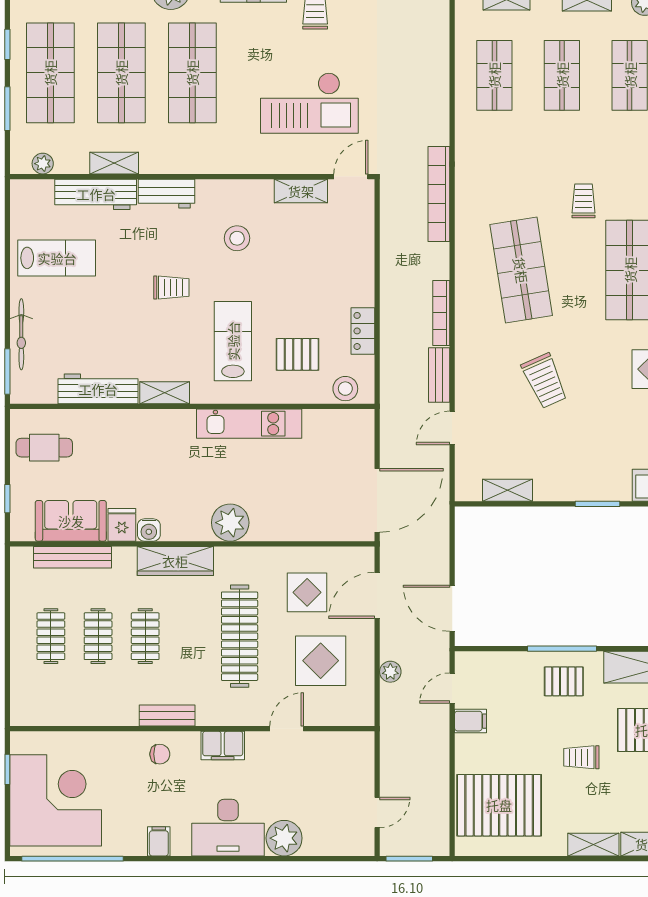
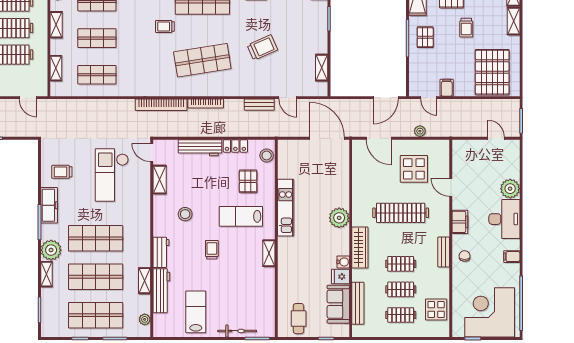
checkout: (309, 103) -> (112, 175), turned 180
bookcase: (441, 313) -> (206, 103), moved
workbench: (98, 389) -> (200, 148), moved, turned -90
display table: (307, 592) -> (436, 309), moved

